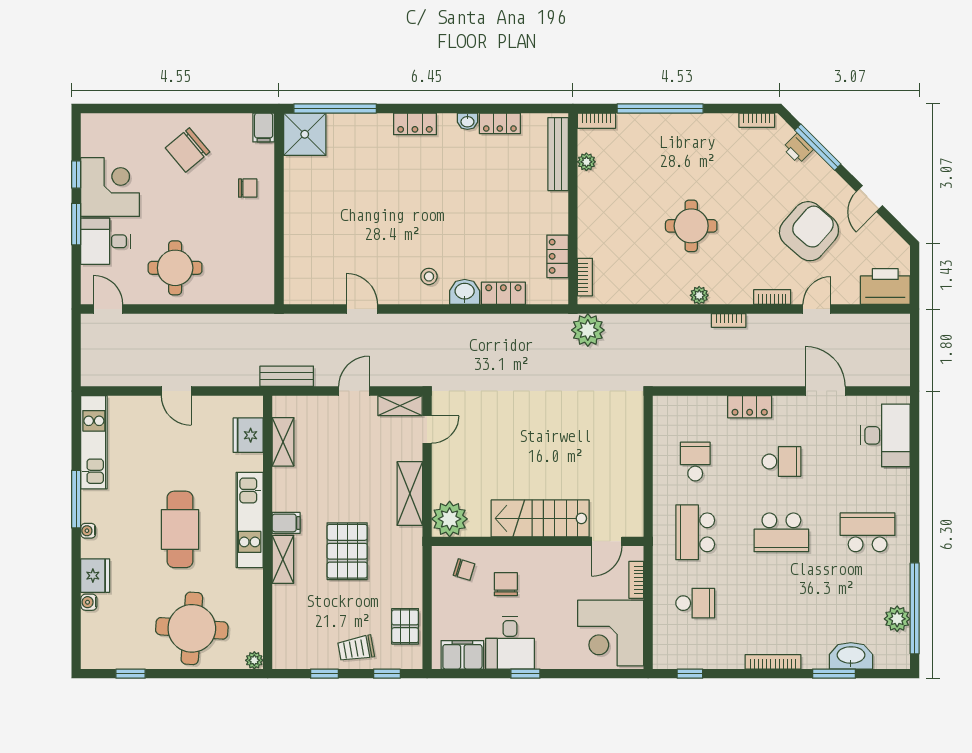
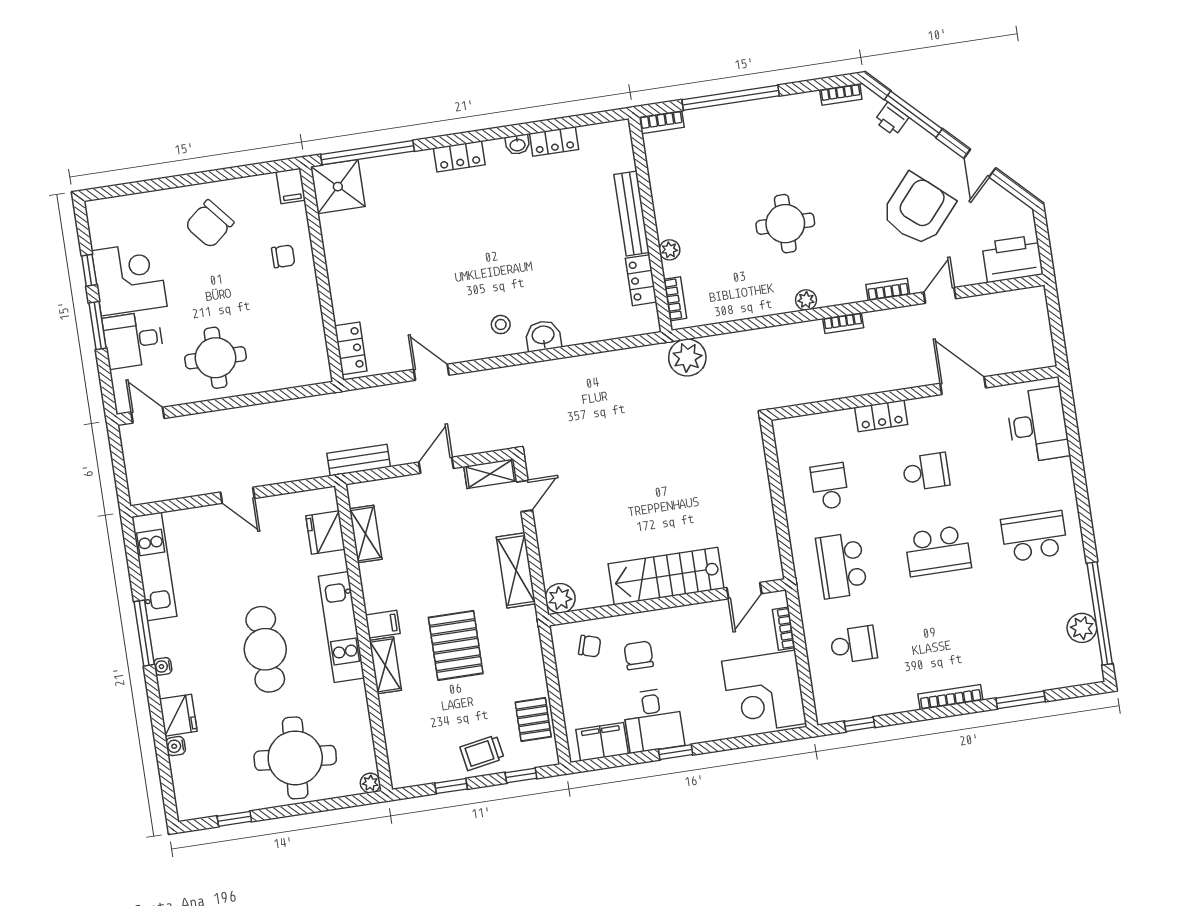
bench: (558, 154) -> (632, 213), moved
plant: (586, 162) -> (670, 250), moved
locker: (503, 293) -> (351, 348), moved, turned 90
plant: (450, 519) -> (560, 598), width x0.73, depth x0.73
washbasin: (851, 656) -> (1037, 677), removed

